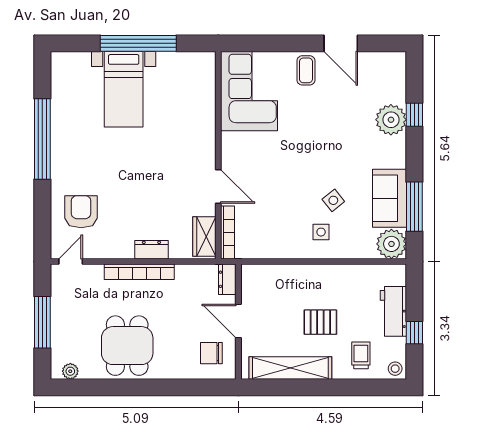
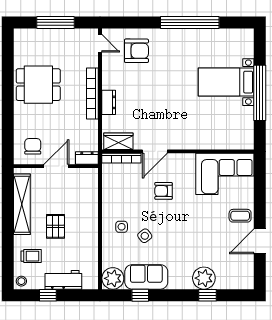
armchair: (272, 175) -> (164, 191), added
window: (414, 207) -> (140, 295), width x0.46
plant: (70, 371) -> (19, 43), removed

